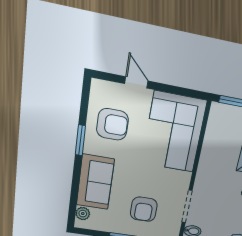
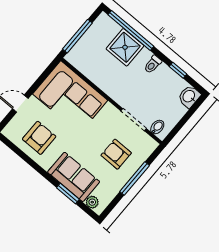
window: (80, 140) -> (68, 194), moved
armchair: (144, 209) -> (116, 154), turned 180

